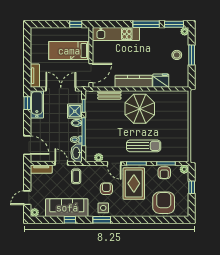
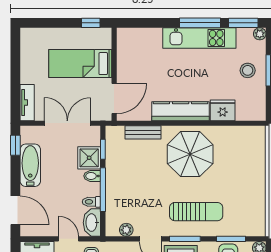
kitchen unit: (116, 34) -> (199, 38), moved
bathtub: (37, 104) -> (30, 165), moved

